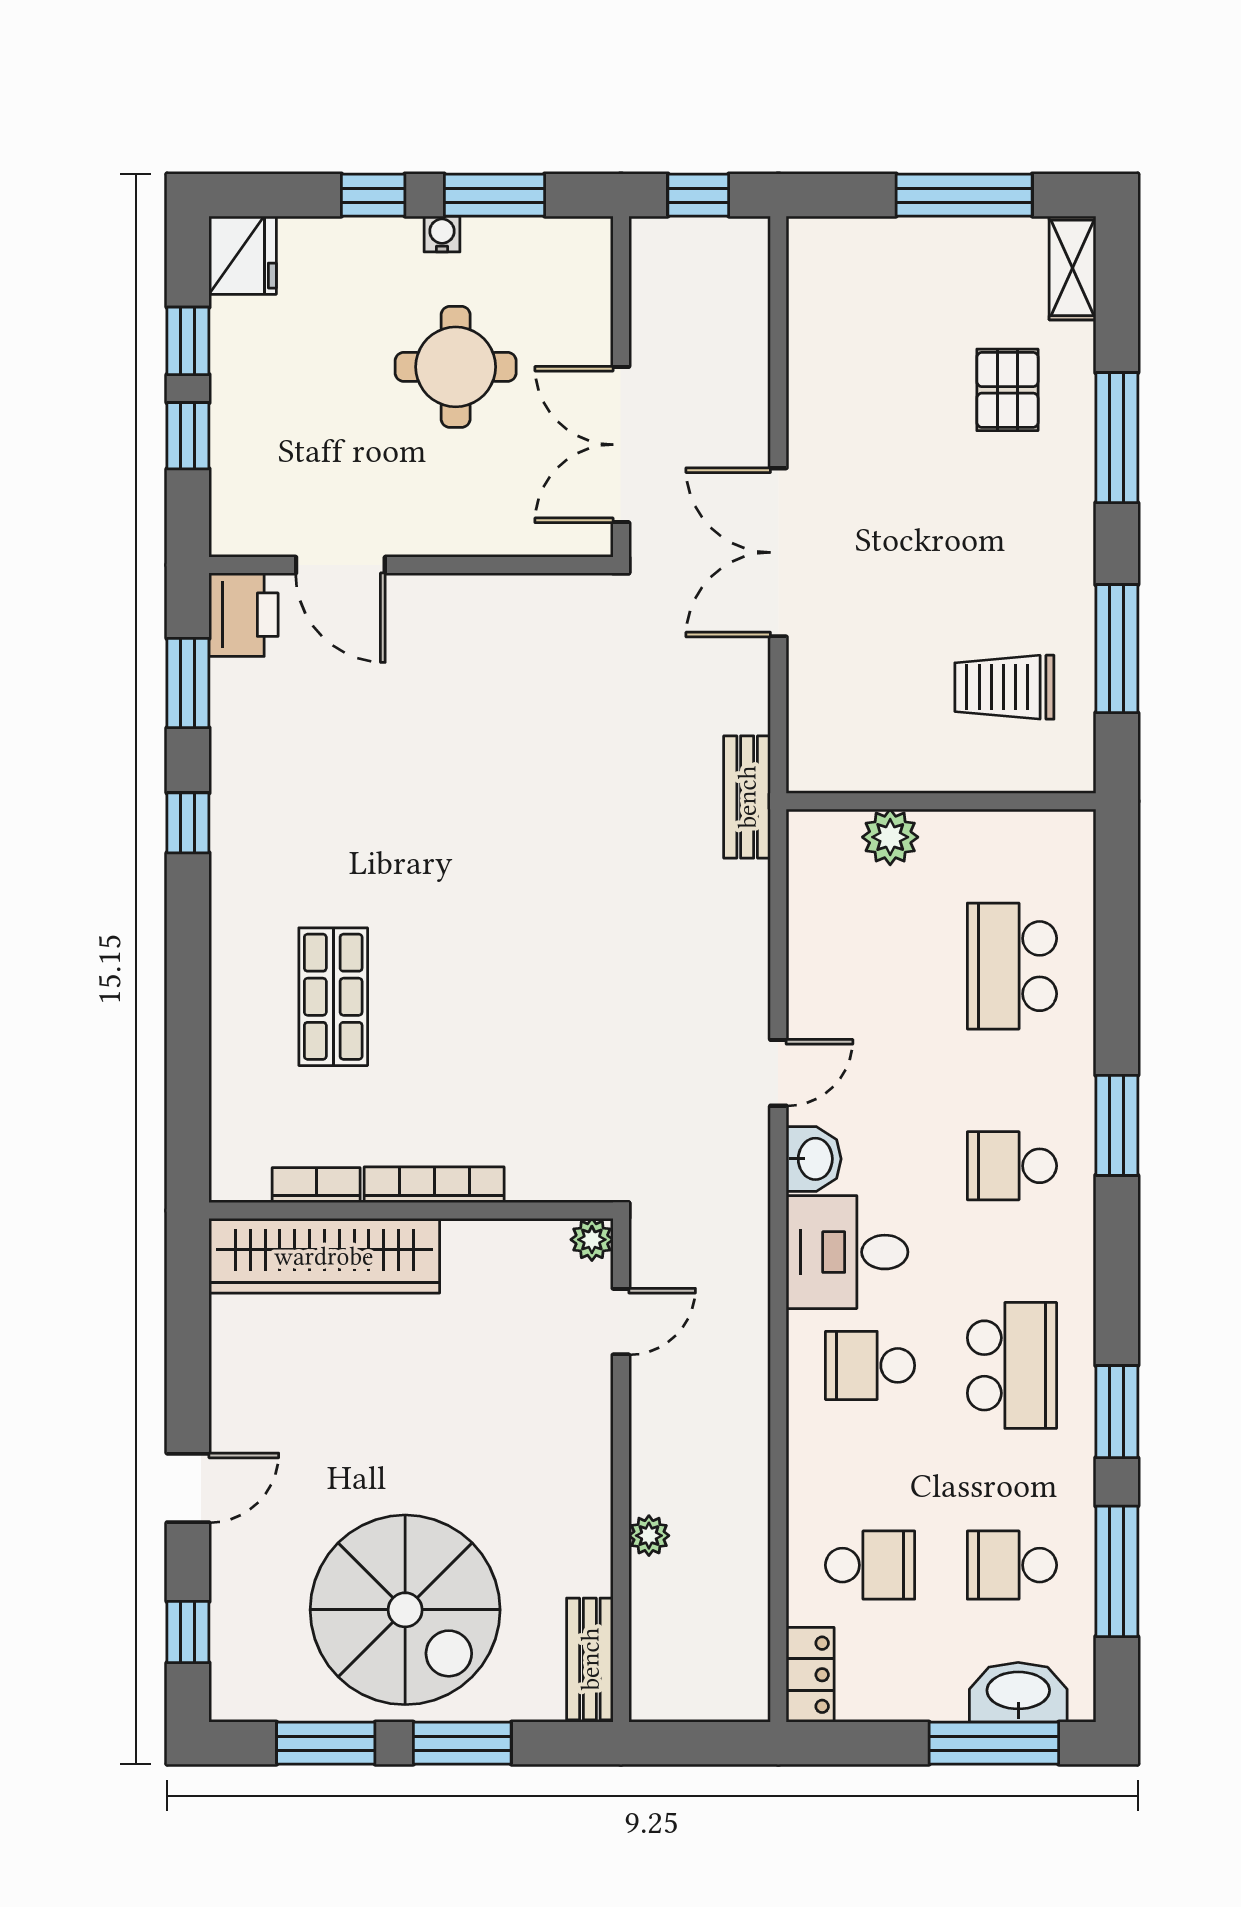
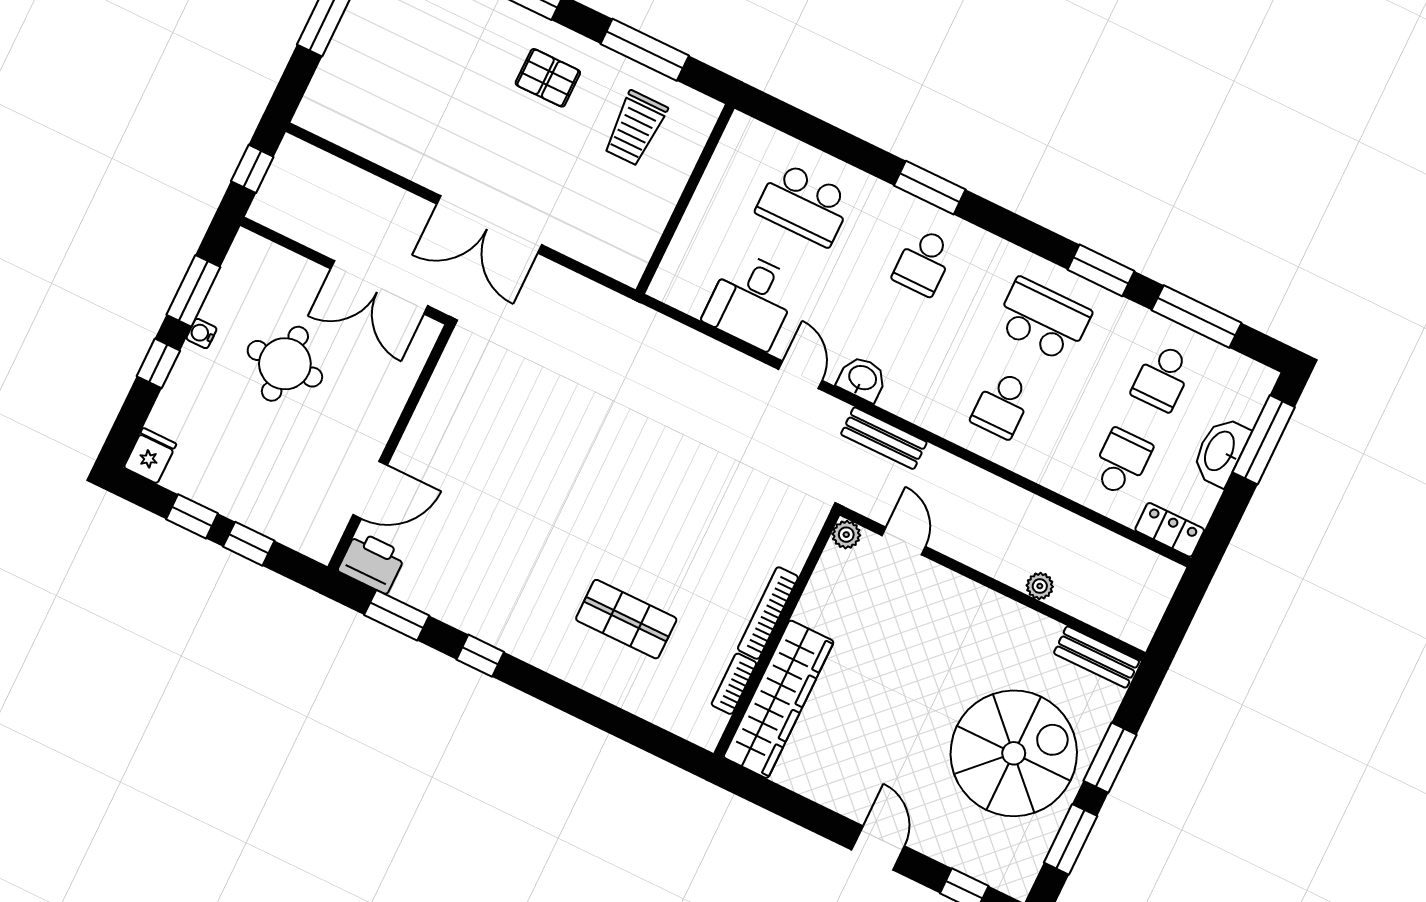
fridge: (243, 255) -> (150, 456), width x0.72
pallet: (1007, 390) -> (548, 78), moved
bench: (747, 797) -> (884, 438), moved
plant: (890, 837) -> (692, 240), removed
desk: (847, 1252) -> (751, 300), moved
washbasin: (1018, 1692) -> (1220, 451), moved

